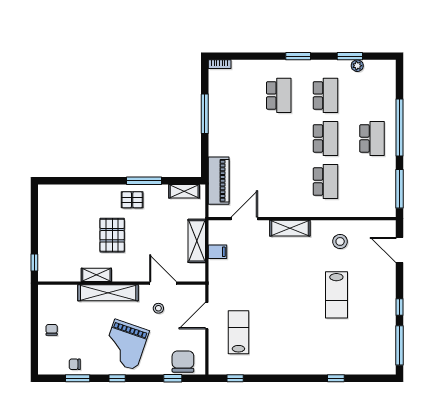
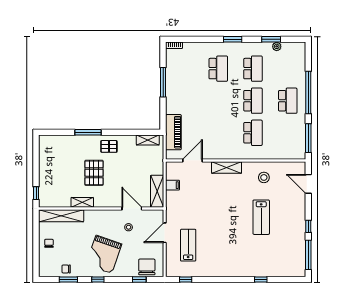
window: (144, 181) -> (88, 132), moved
shelving: (197, 241) -> (157, 191), moved
shelving: (108, 293) -> (61, 216), moved

